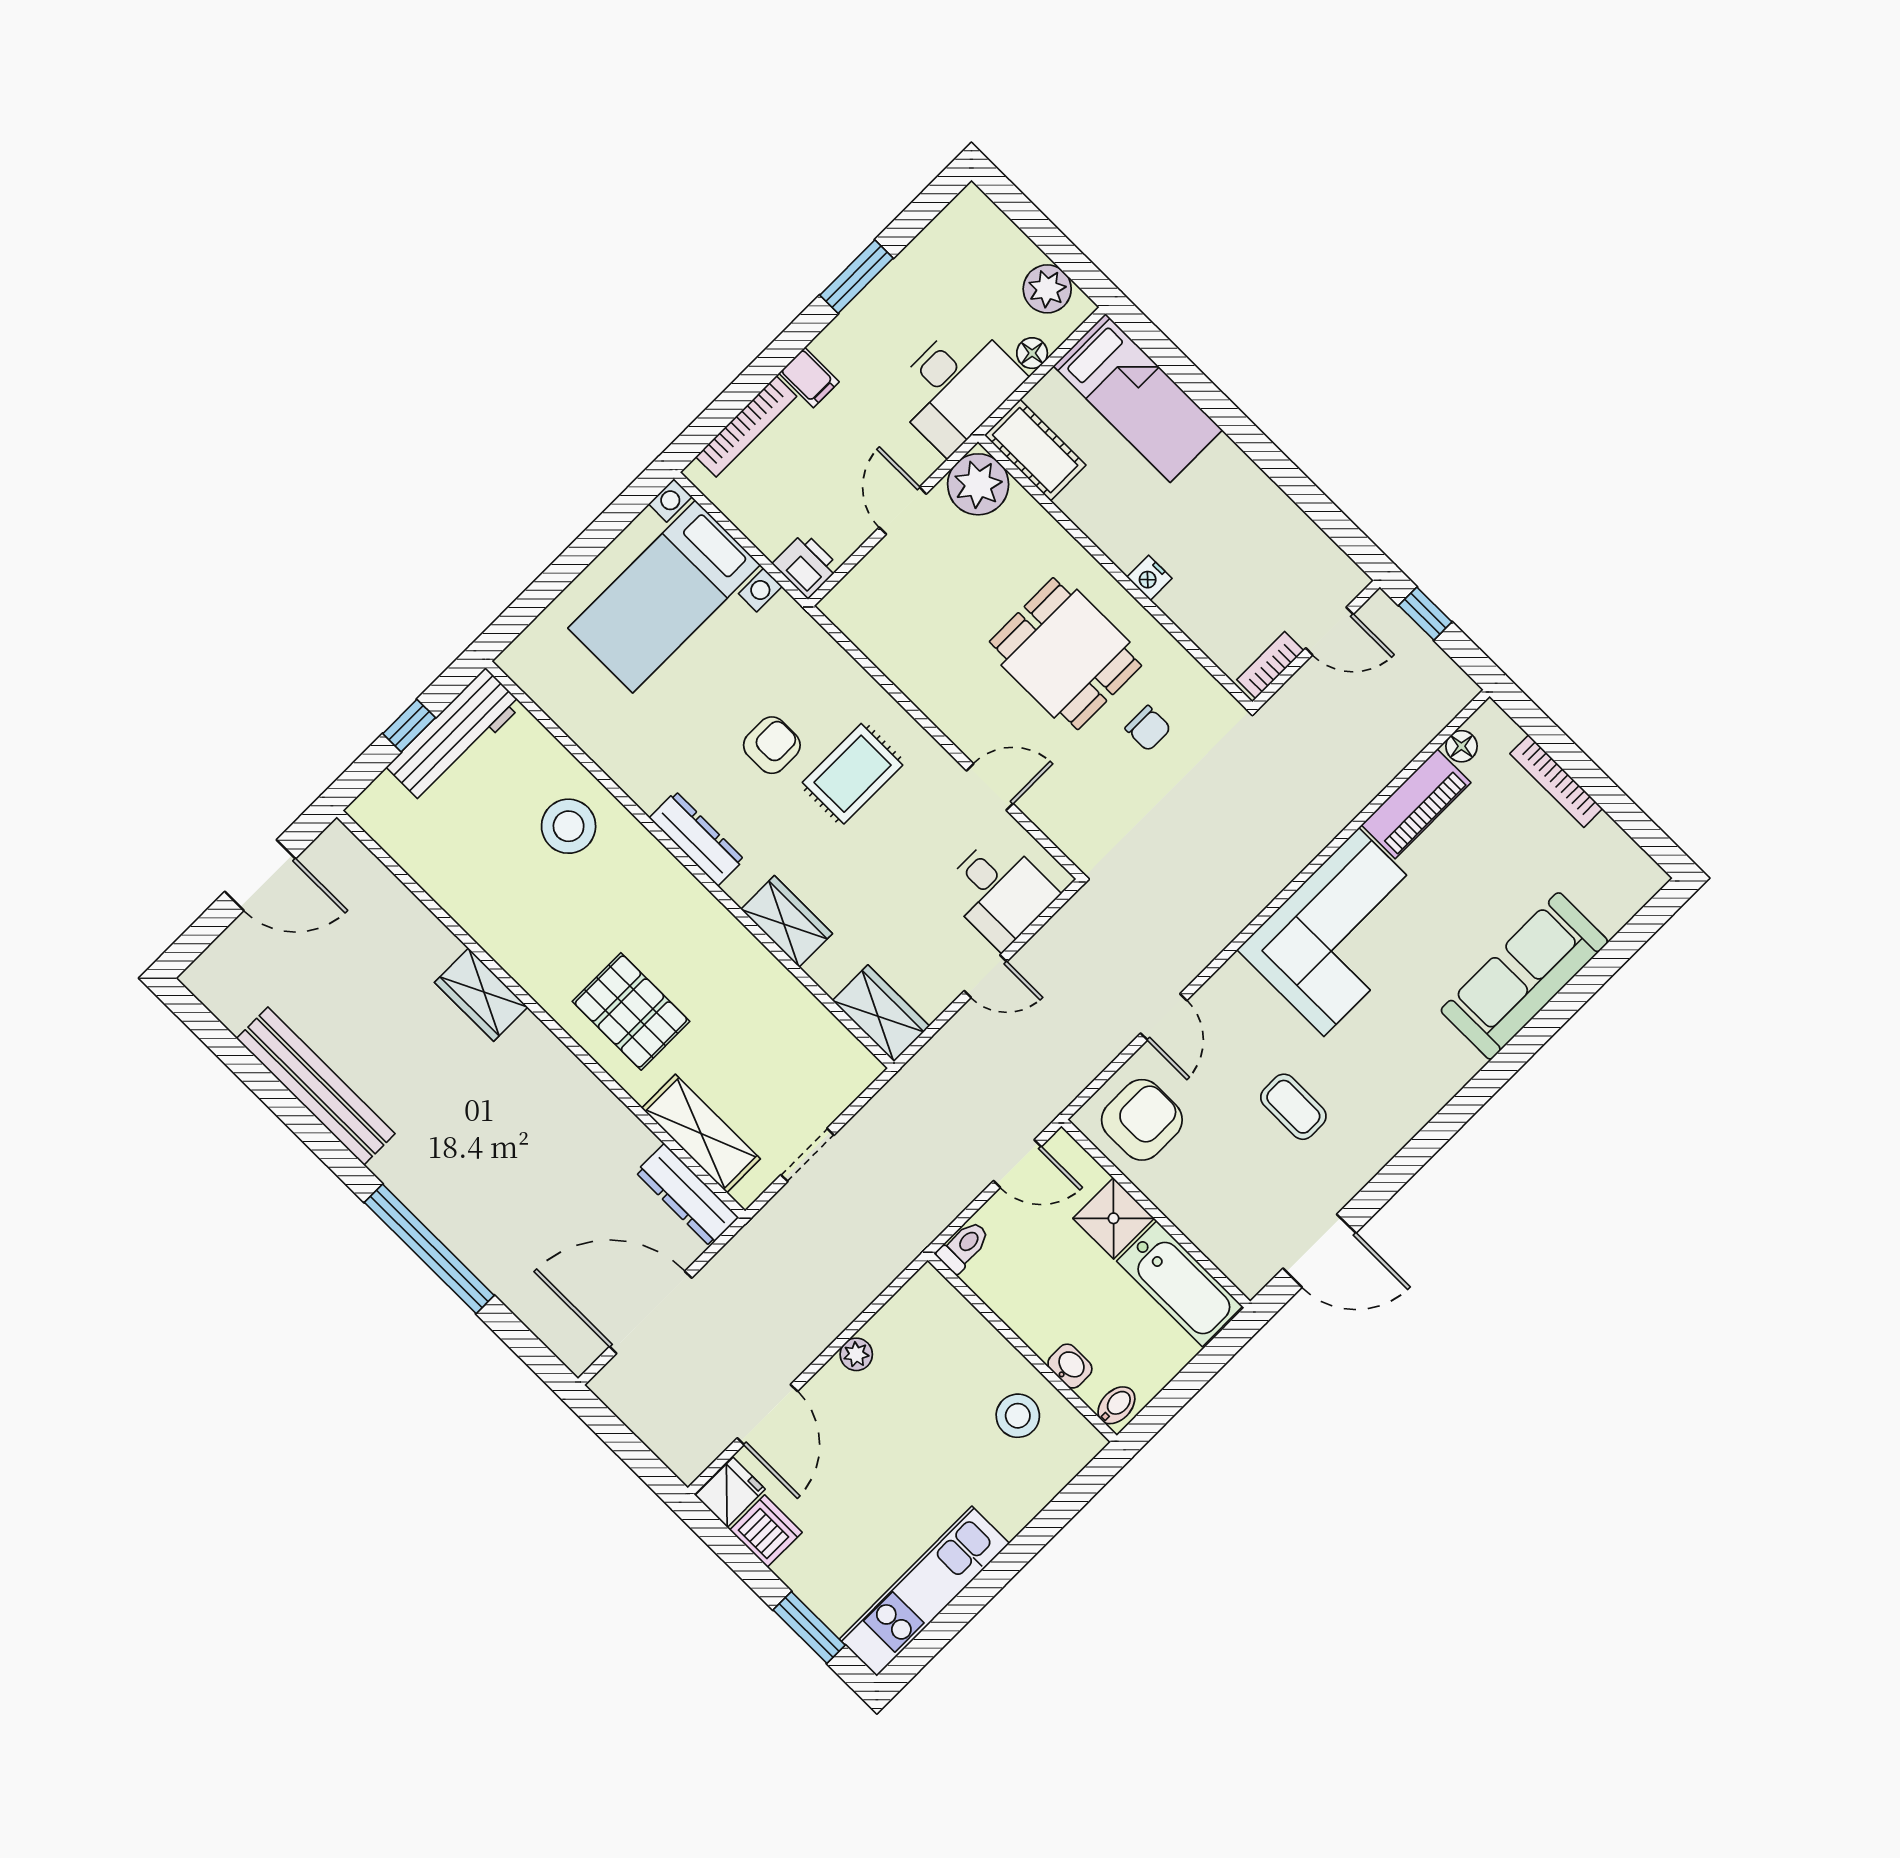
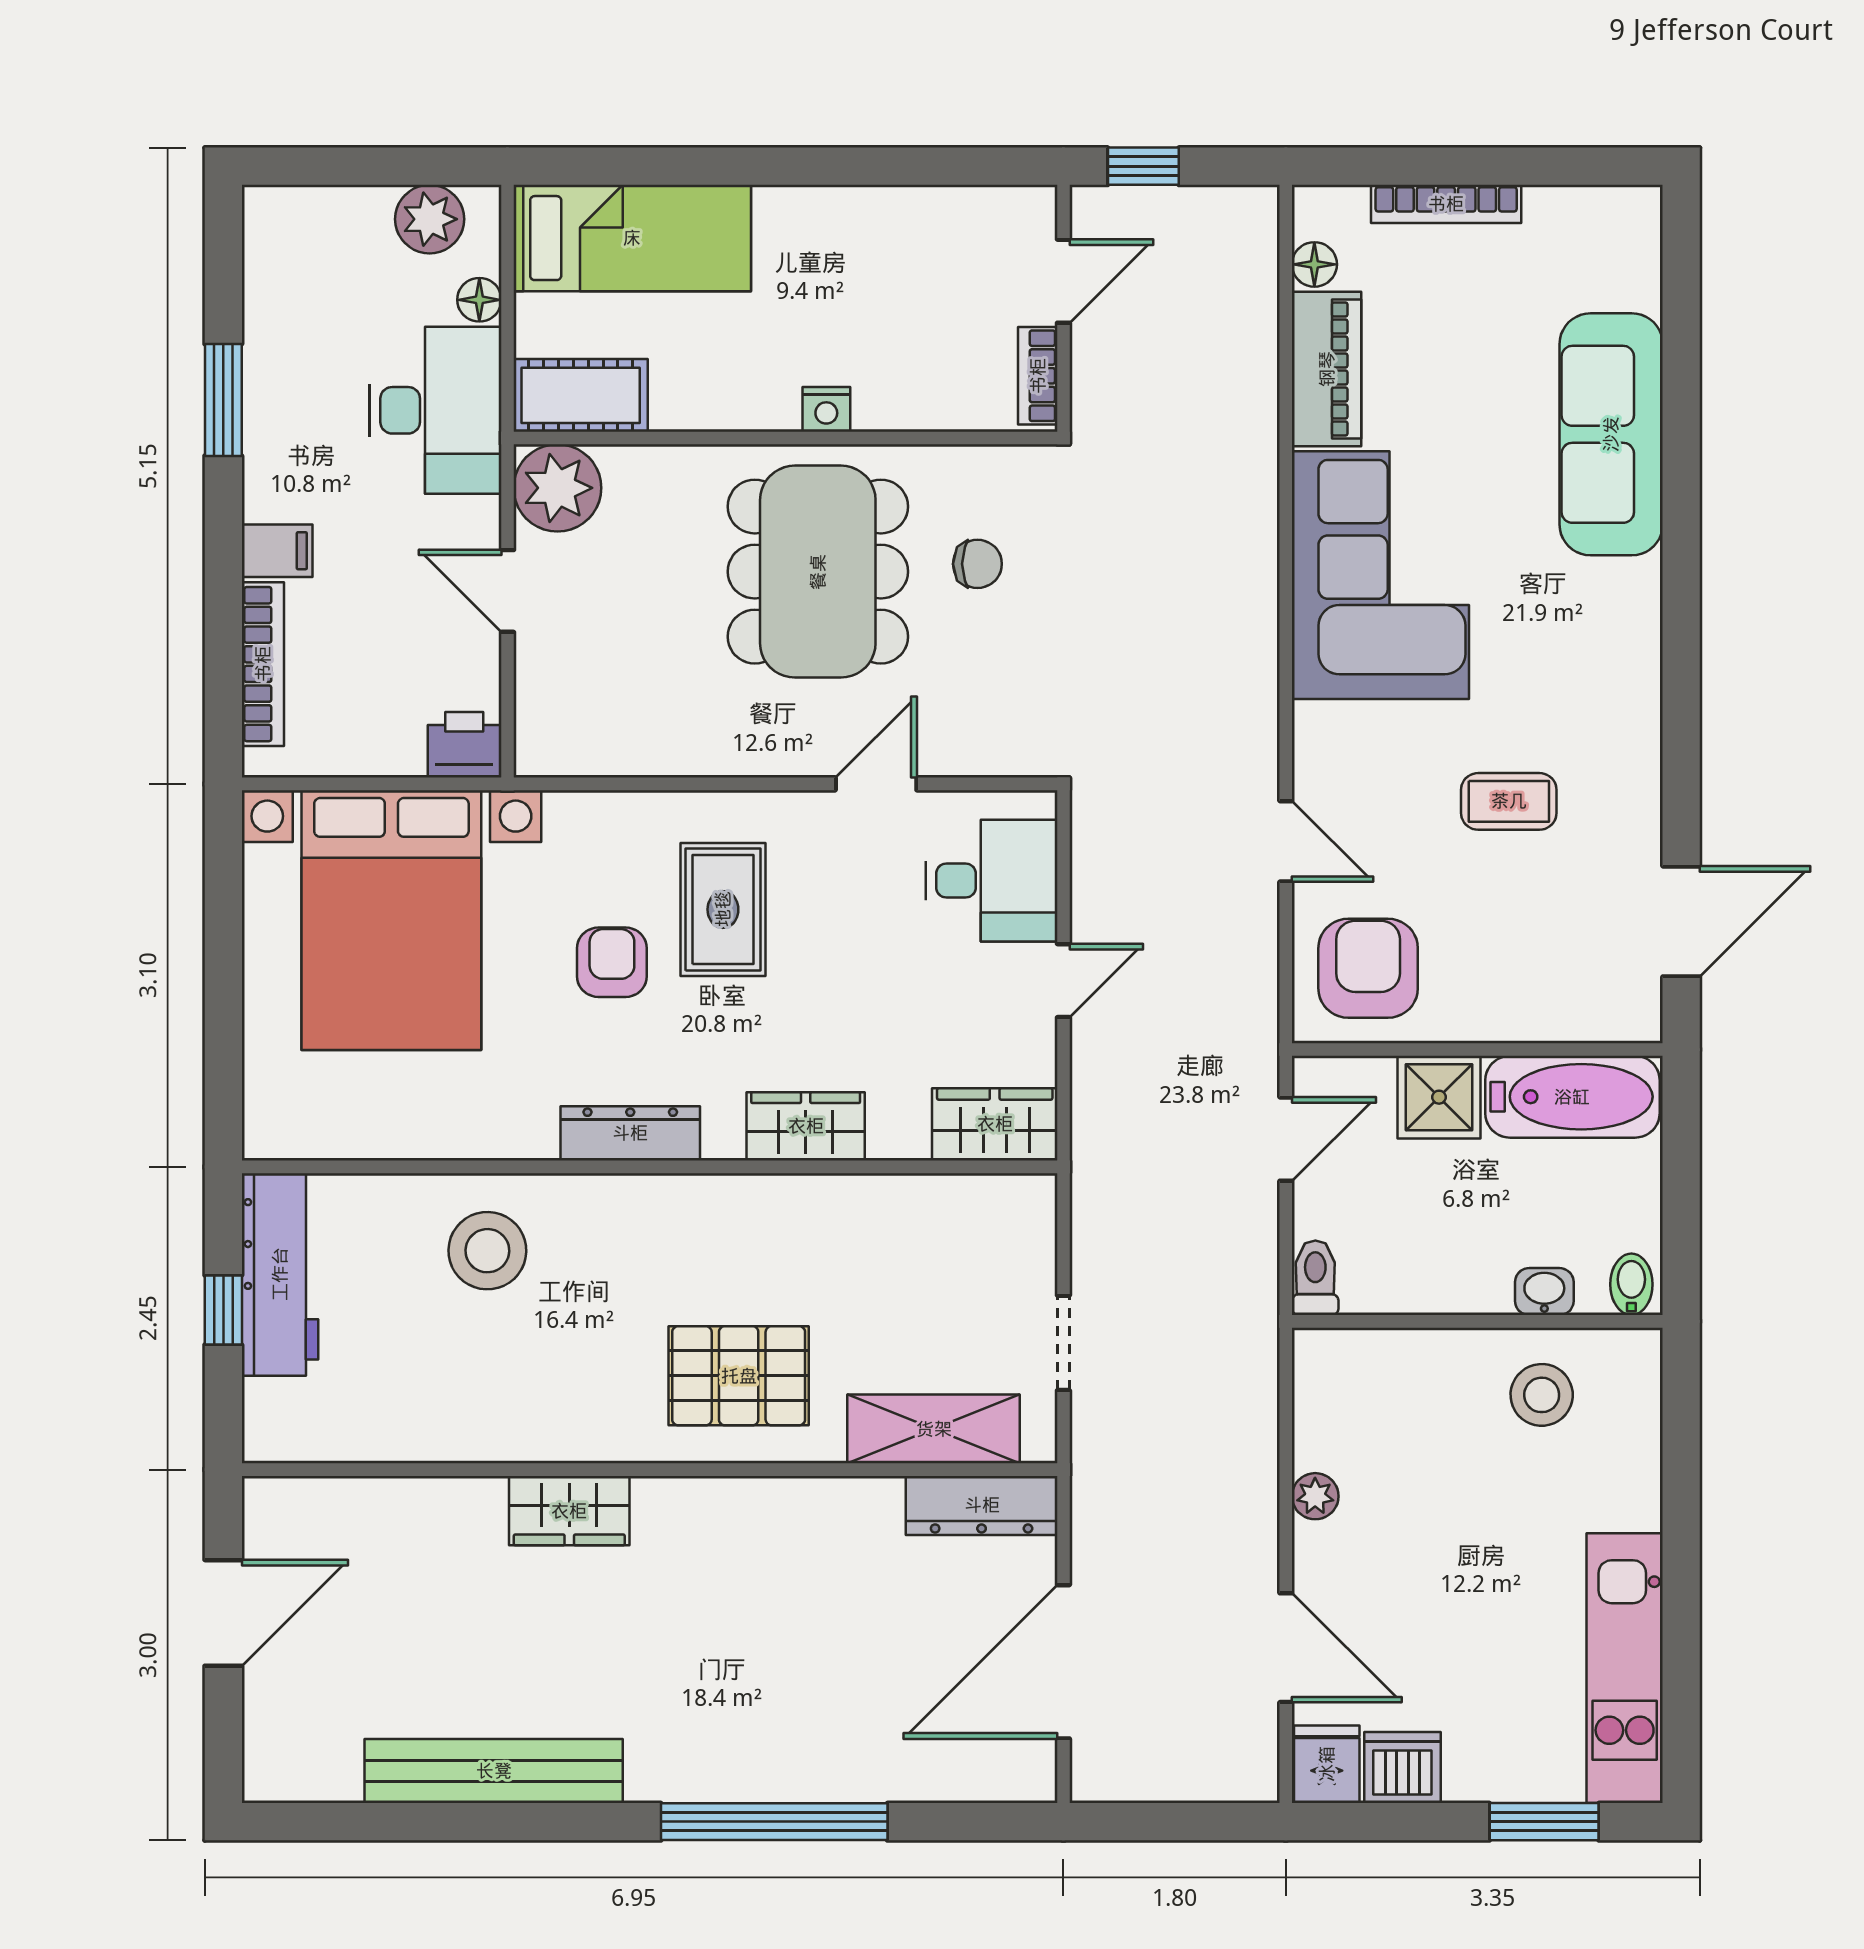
bed with nightstands: (664, 596) -> (391, 920), width x1.36
dining table: (1065, 654) -> (818, 572), width x1.38

